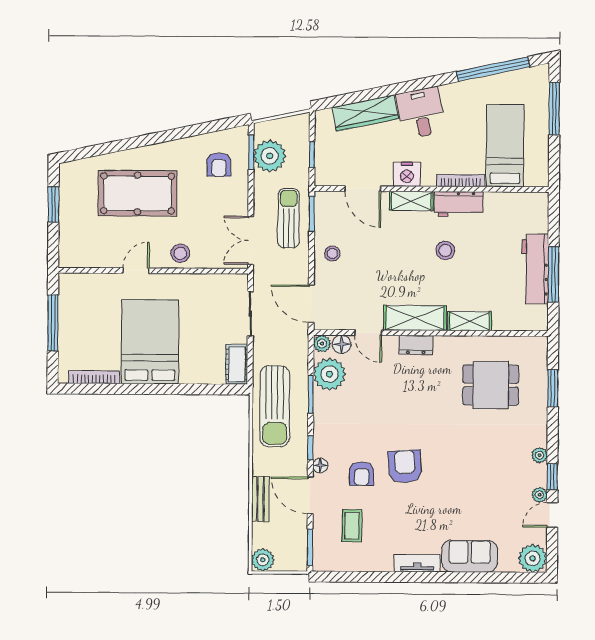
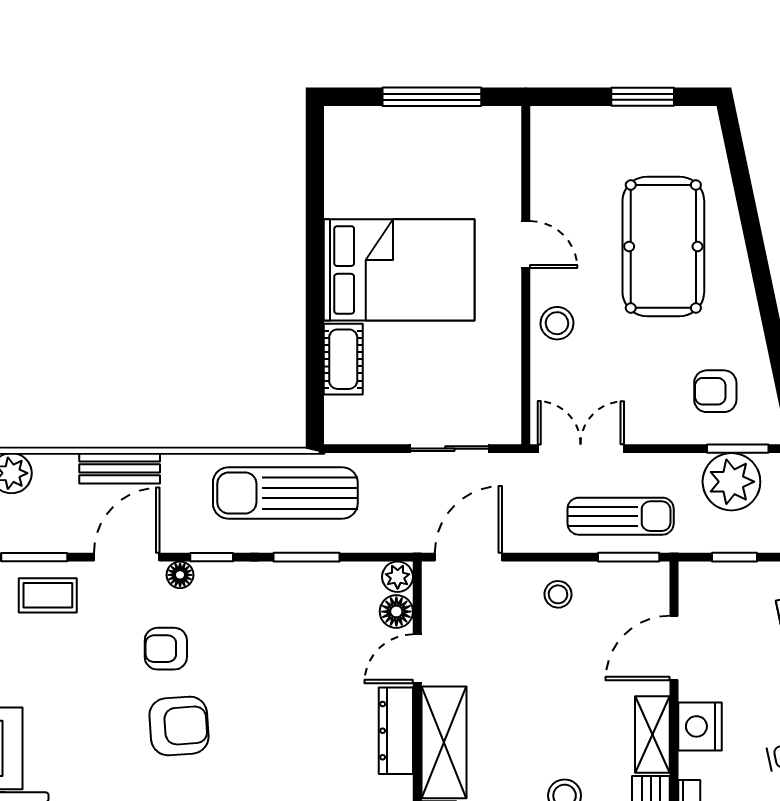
dresser: (416, 345) -> (396, 731), width x1.44
cot: (237, 364) -> (343, 359), moved, turned 90
plant: (329, 374) -> (343, 590), removed
bookcase: (94, 377) -> (335, 171), removed
coffee table: (352, 526) -> (48, 595), moved

